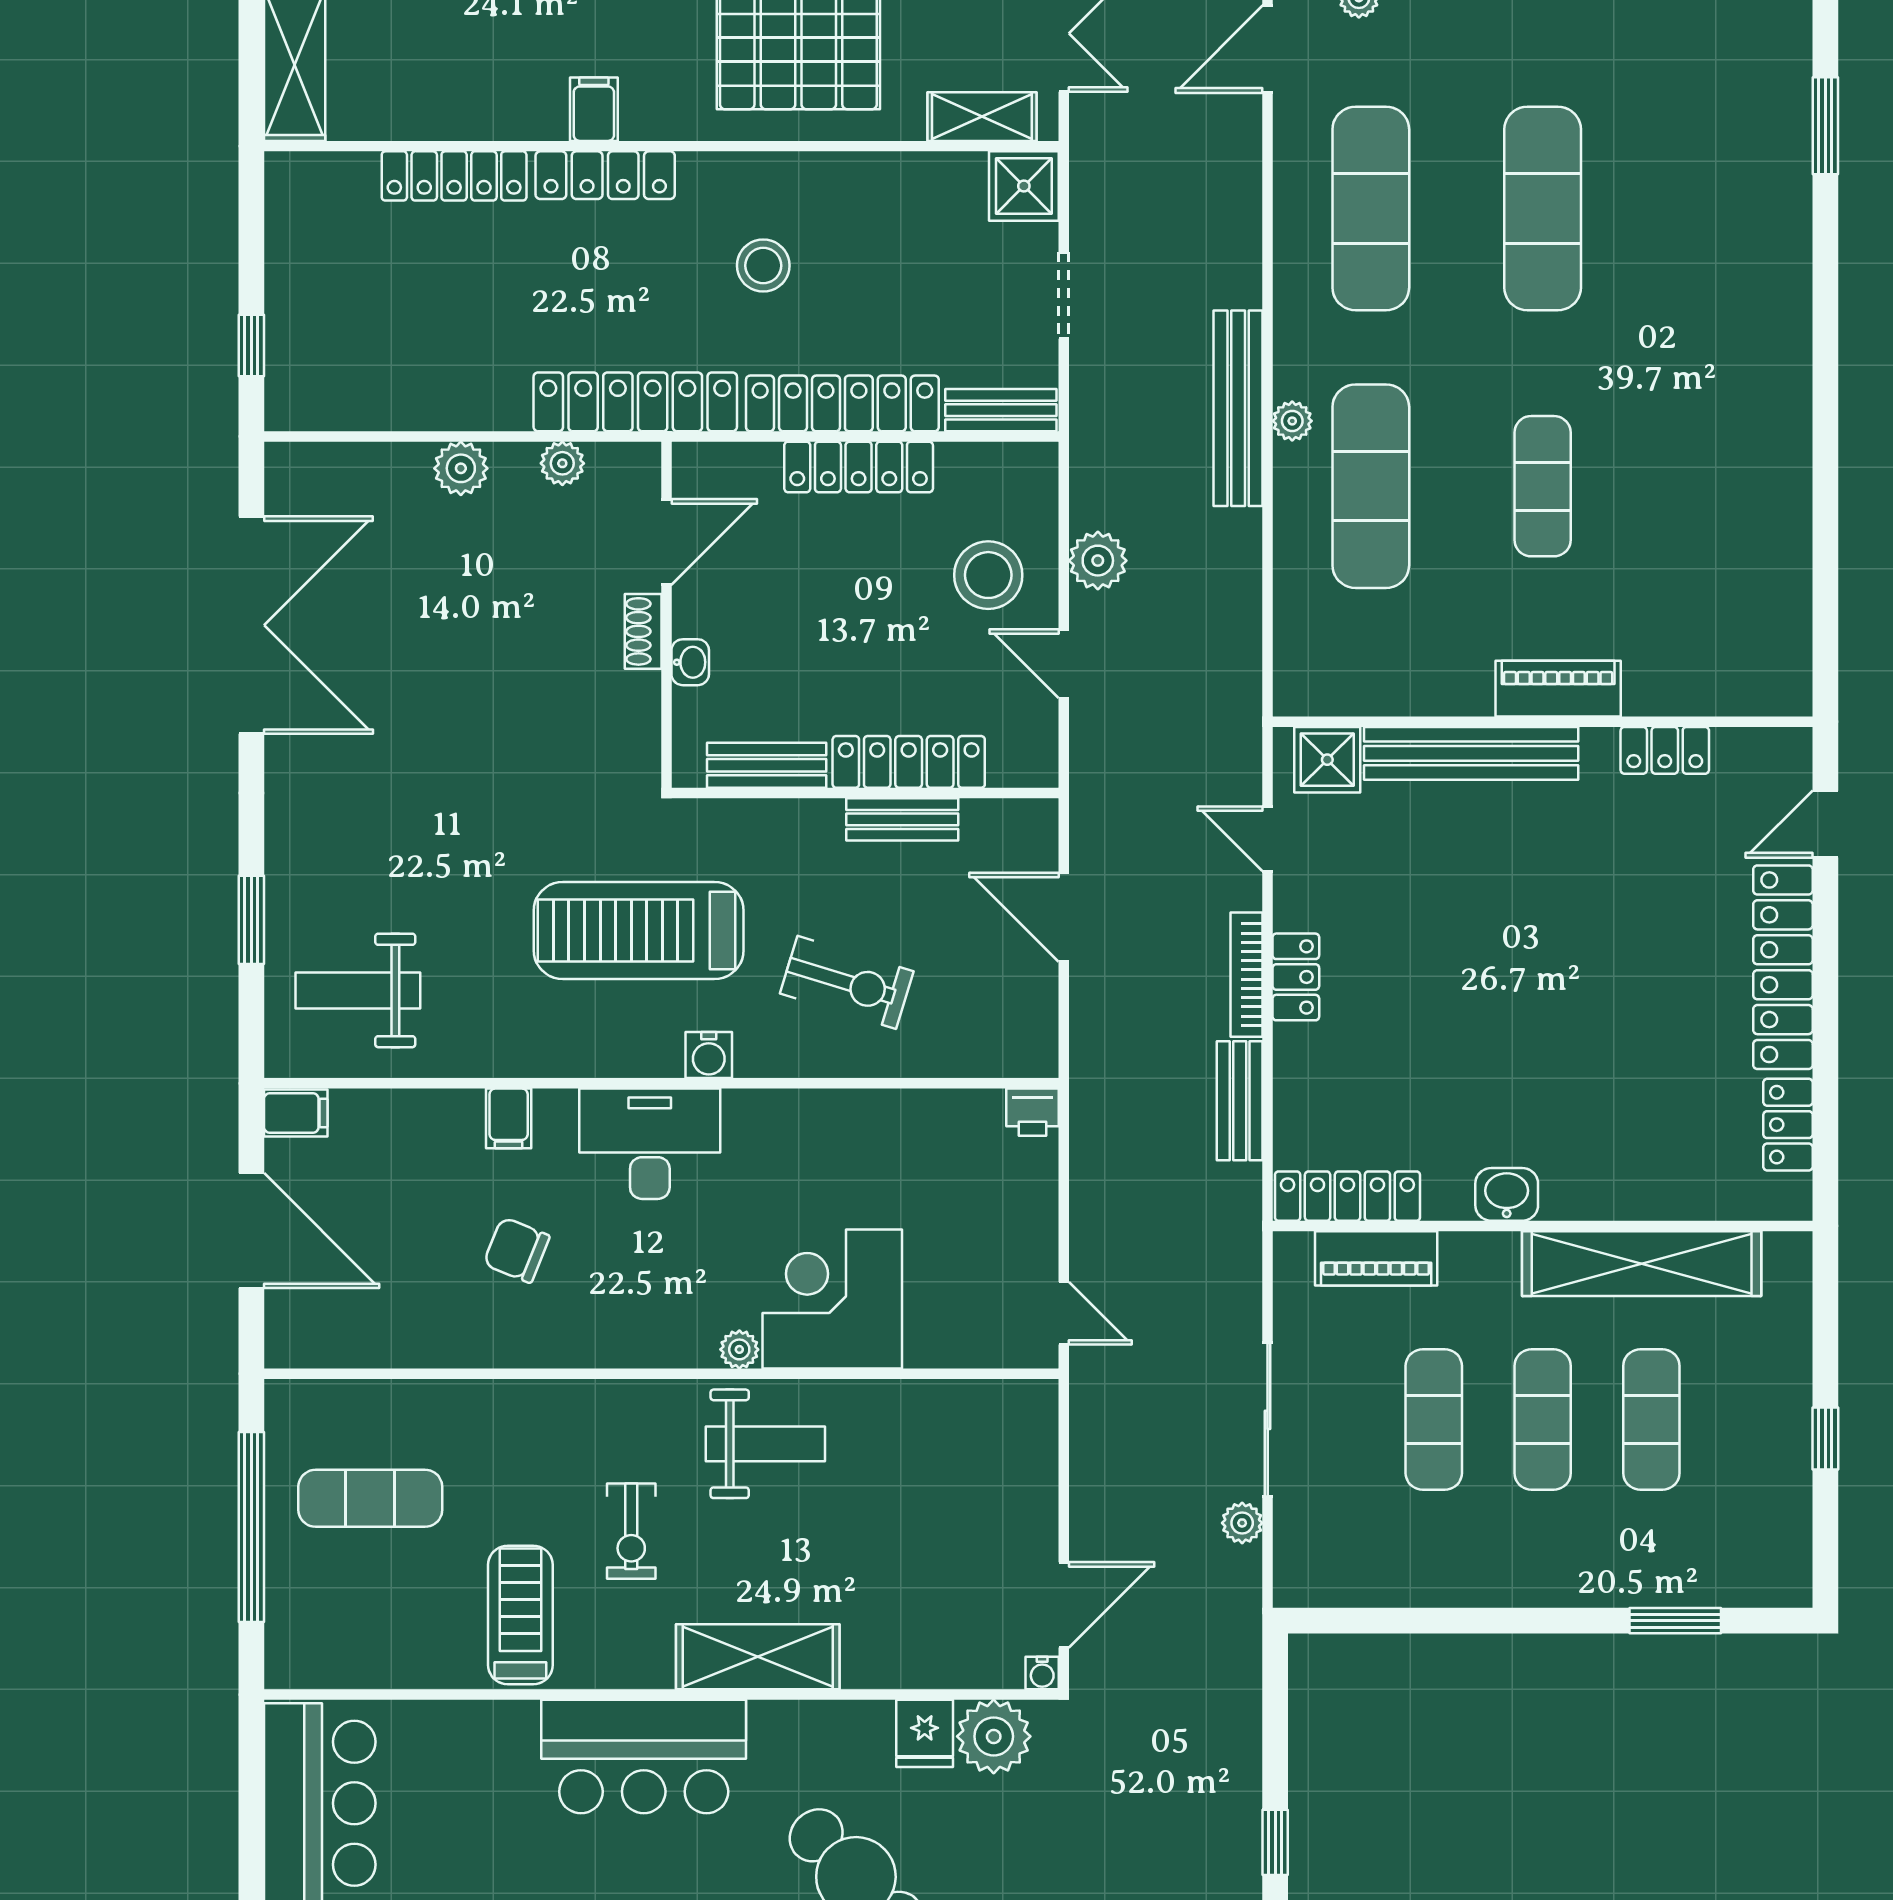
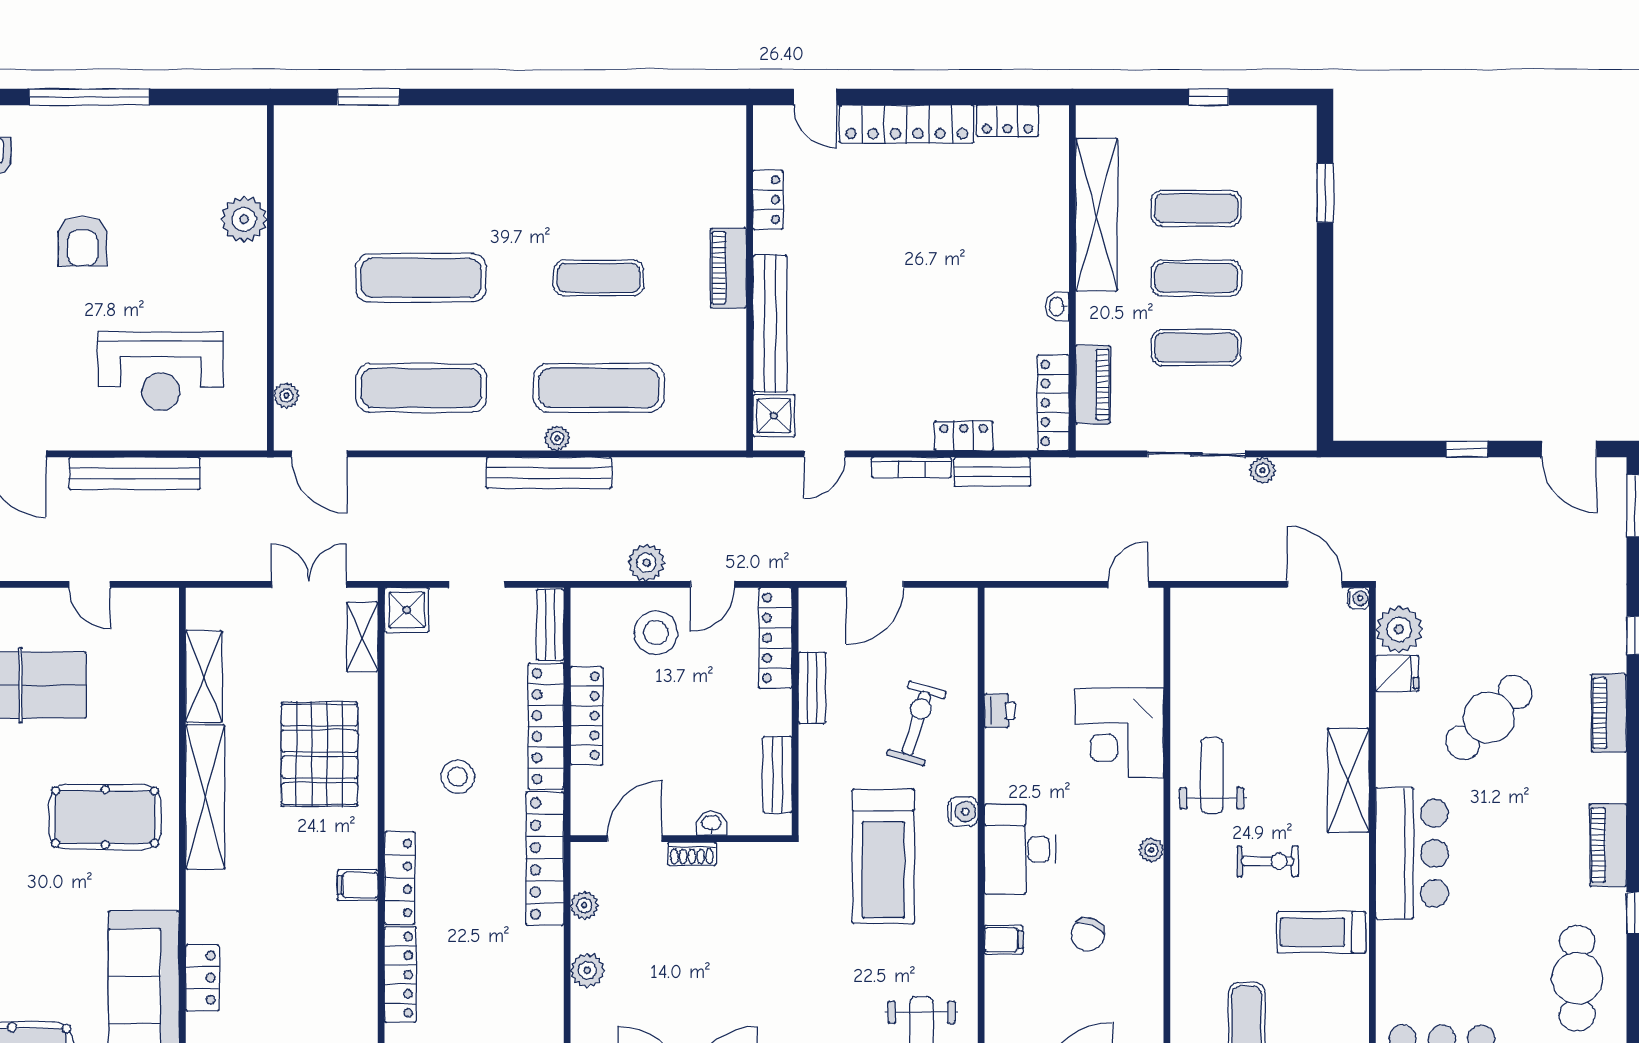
door: (666, 542) -> (635, 839), hinge flipped
locker: (909, 762) -> (775, 638), moved
locker: (1296, 977) -> (964, 436), moved
printer: (1033, 1112) -> (1000, 711), moved
washbasin: (1507, 1194) -> (1057, 306), width x0.72, depth x0.69
plant: (739, 1349) -> (1151, 850), moved

